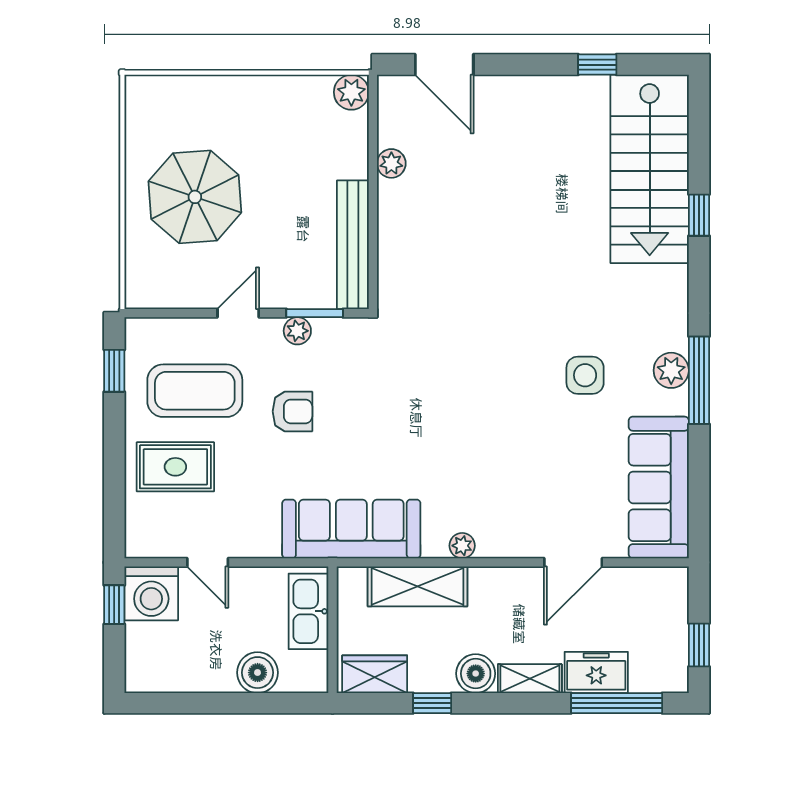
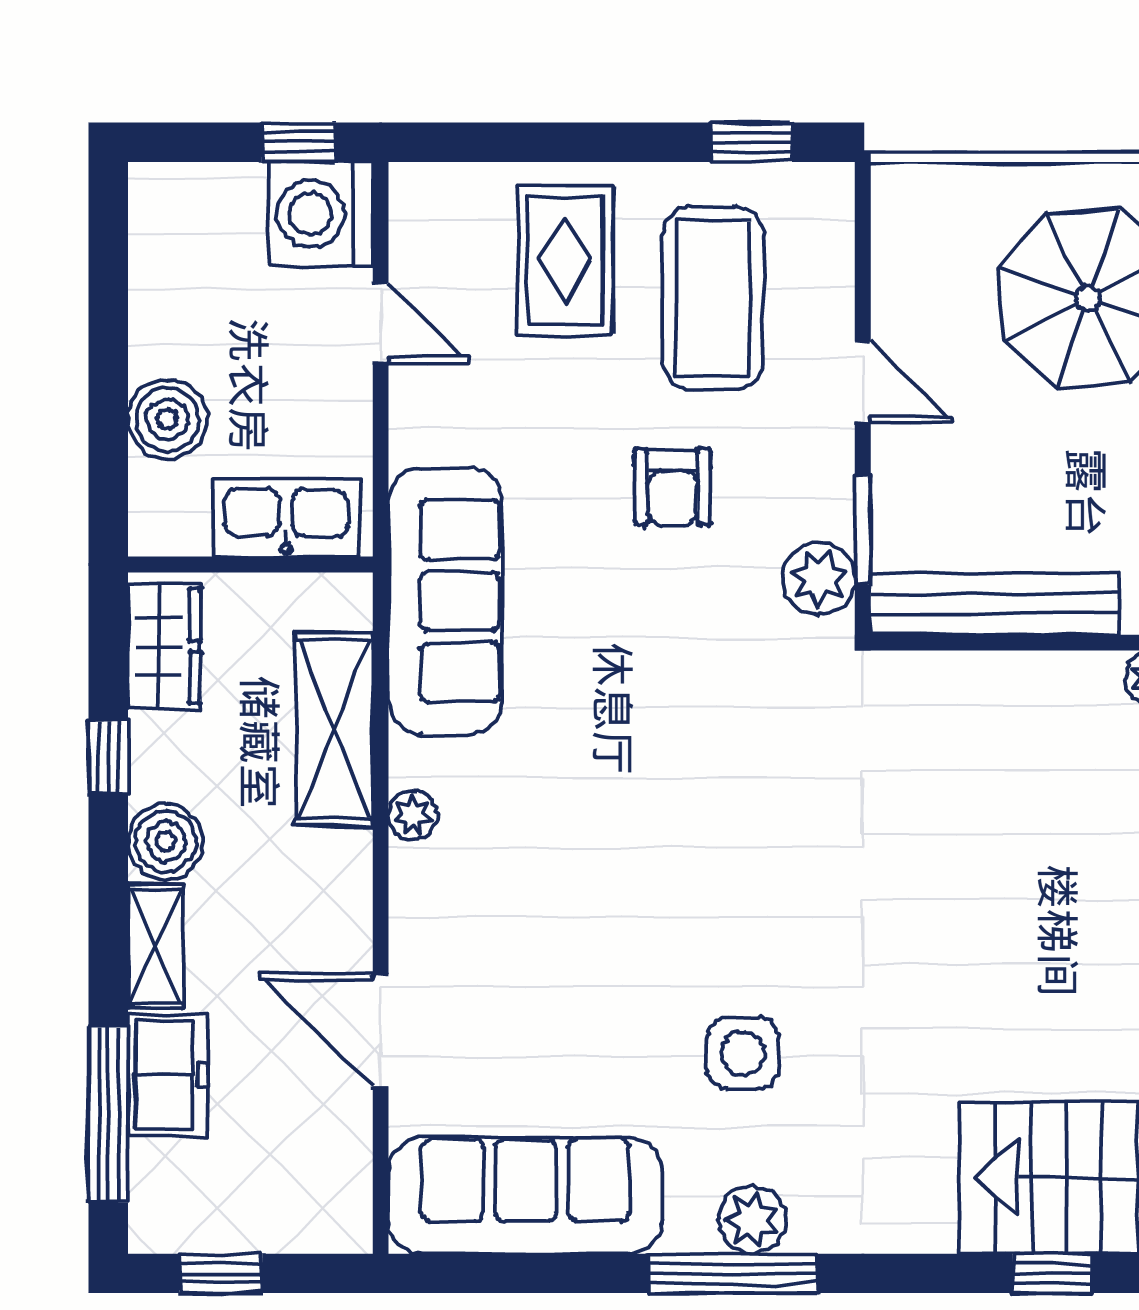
plant: (297, 331) -> (819, 579), moved, width x1.38, depth x1.38
door: (208, 562) -> (381, 323), swing flipped

